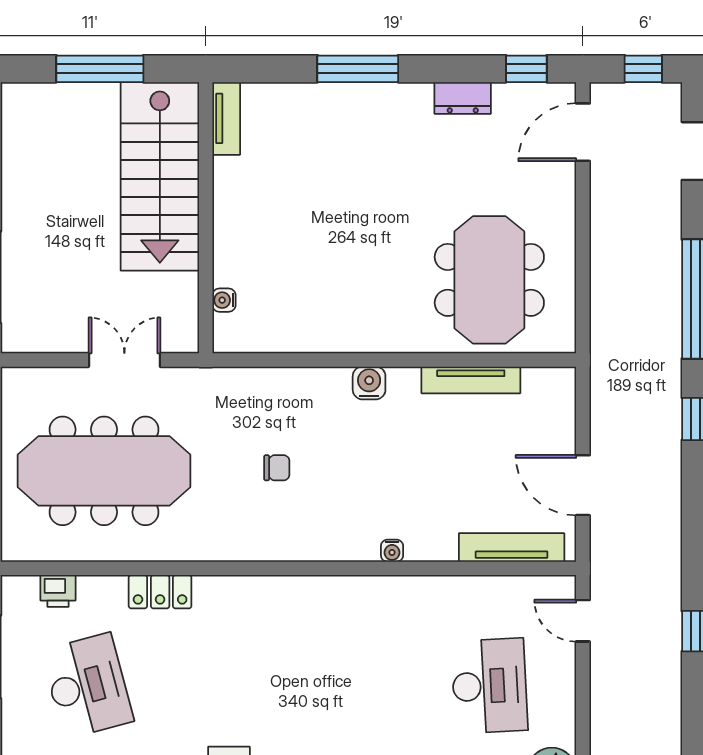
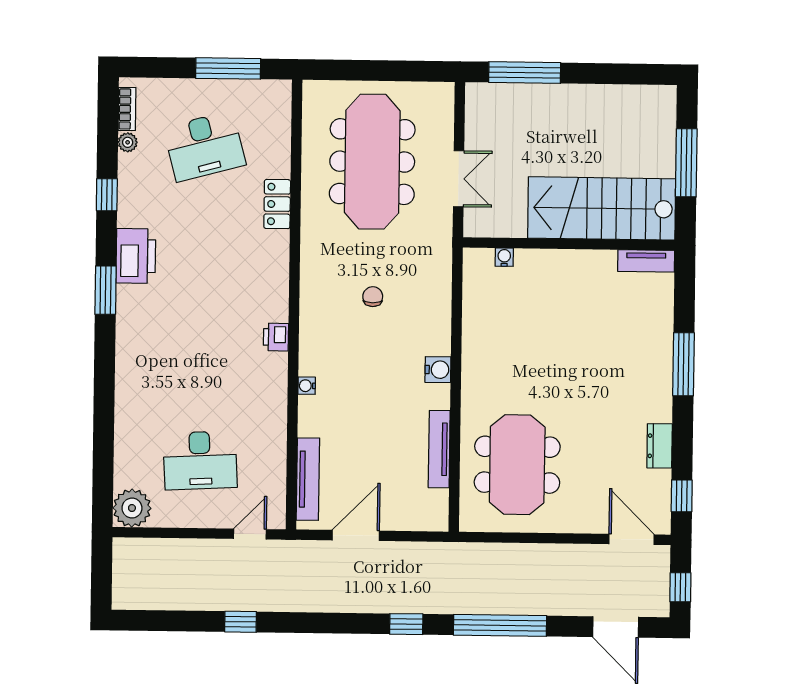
meeting table: (489, 280) -> (517, 465), turned 90
chair: (277, 468) -> (373, 297), turned 180
printer: (58, 591) -> (276, 337), moved

